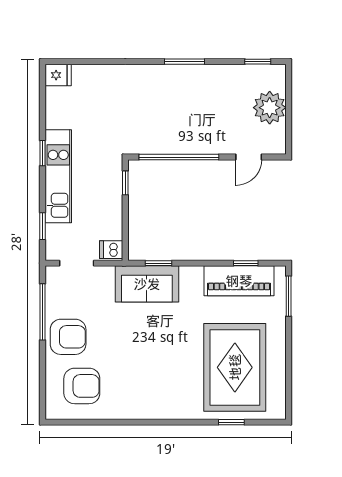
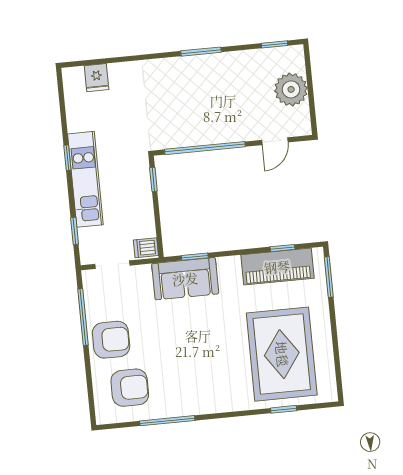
fridge: (58, 75) -> (97, 78), moved, turned 90
window: (116, 422) -> (167, 421), added

